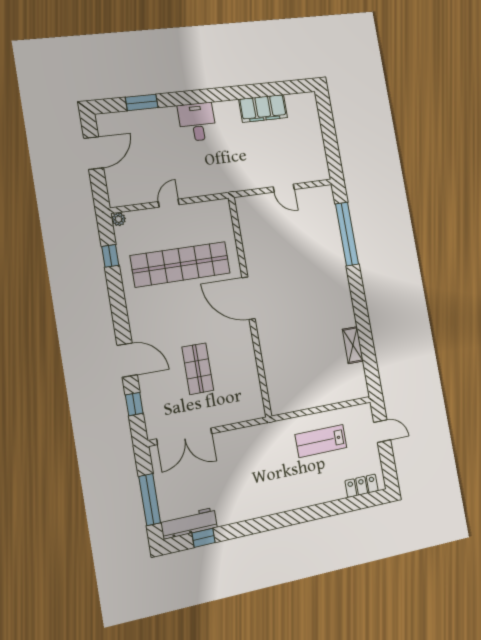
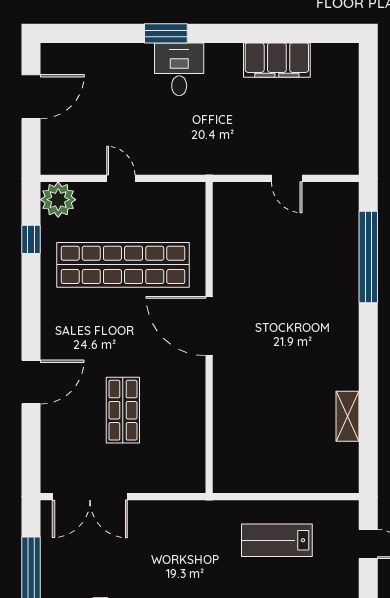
window: (142, 102) -> (166, 33), moved
door: (169, 203) -> (121, 178), hinge flipped
plant: (119, 219) -> (58, 200), width x1.87, depth x1.87
door: (127, 360) -> (31, 382), hinge flipped
window: (134, 404) -> (31, 442), removed

